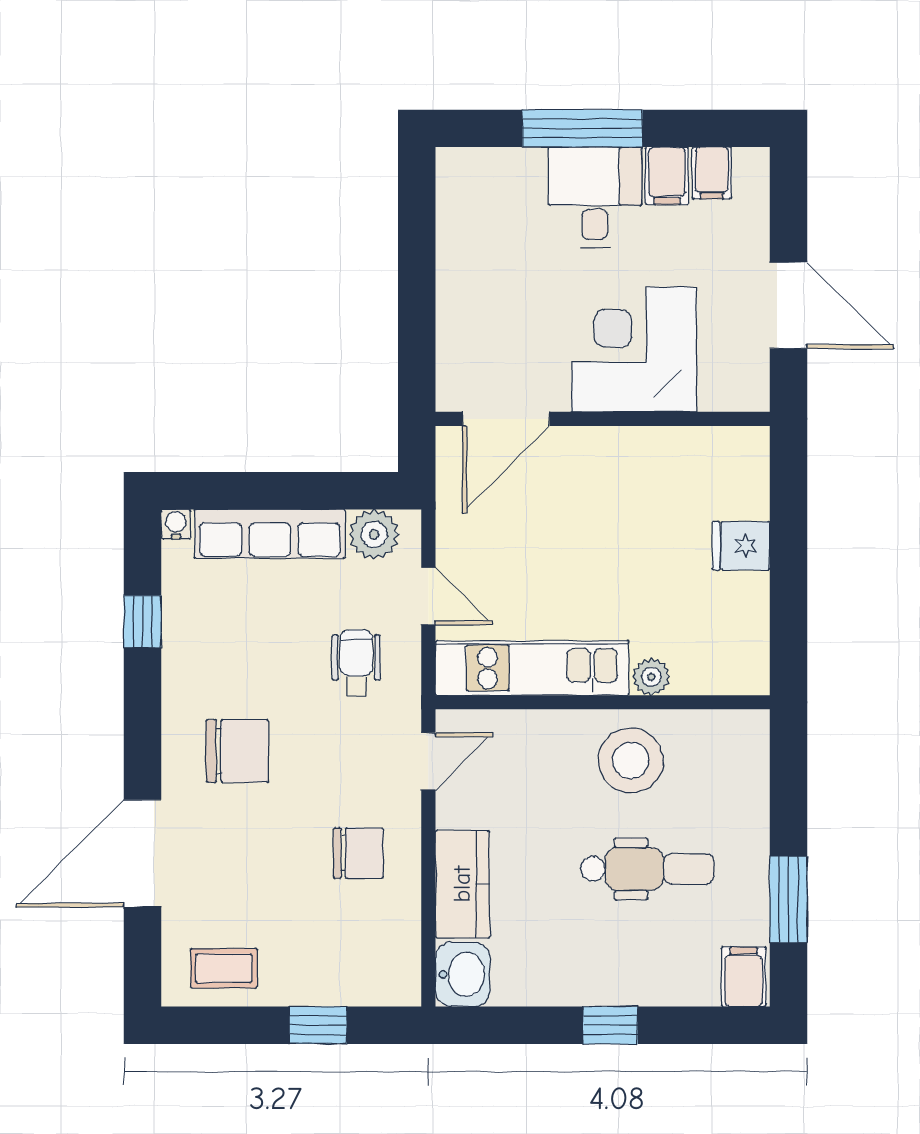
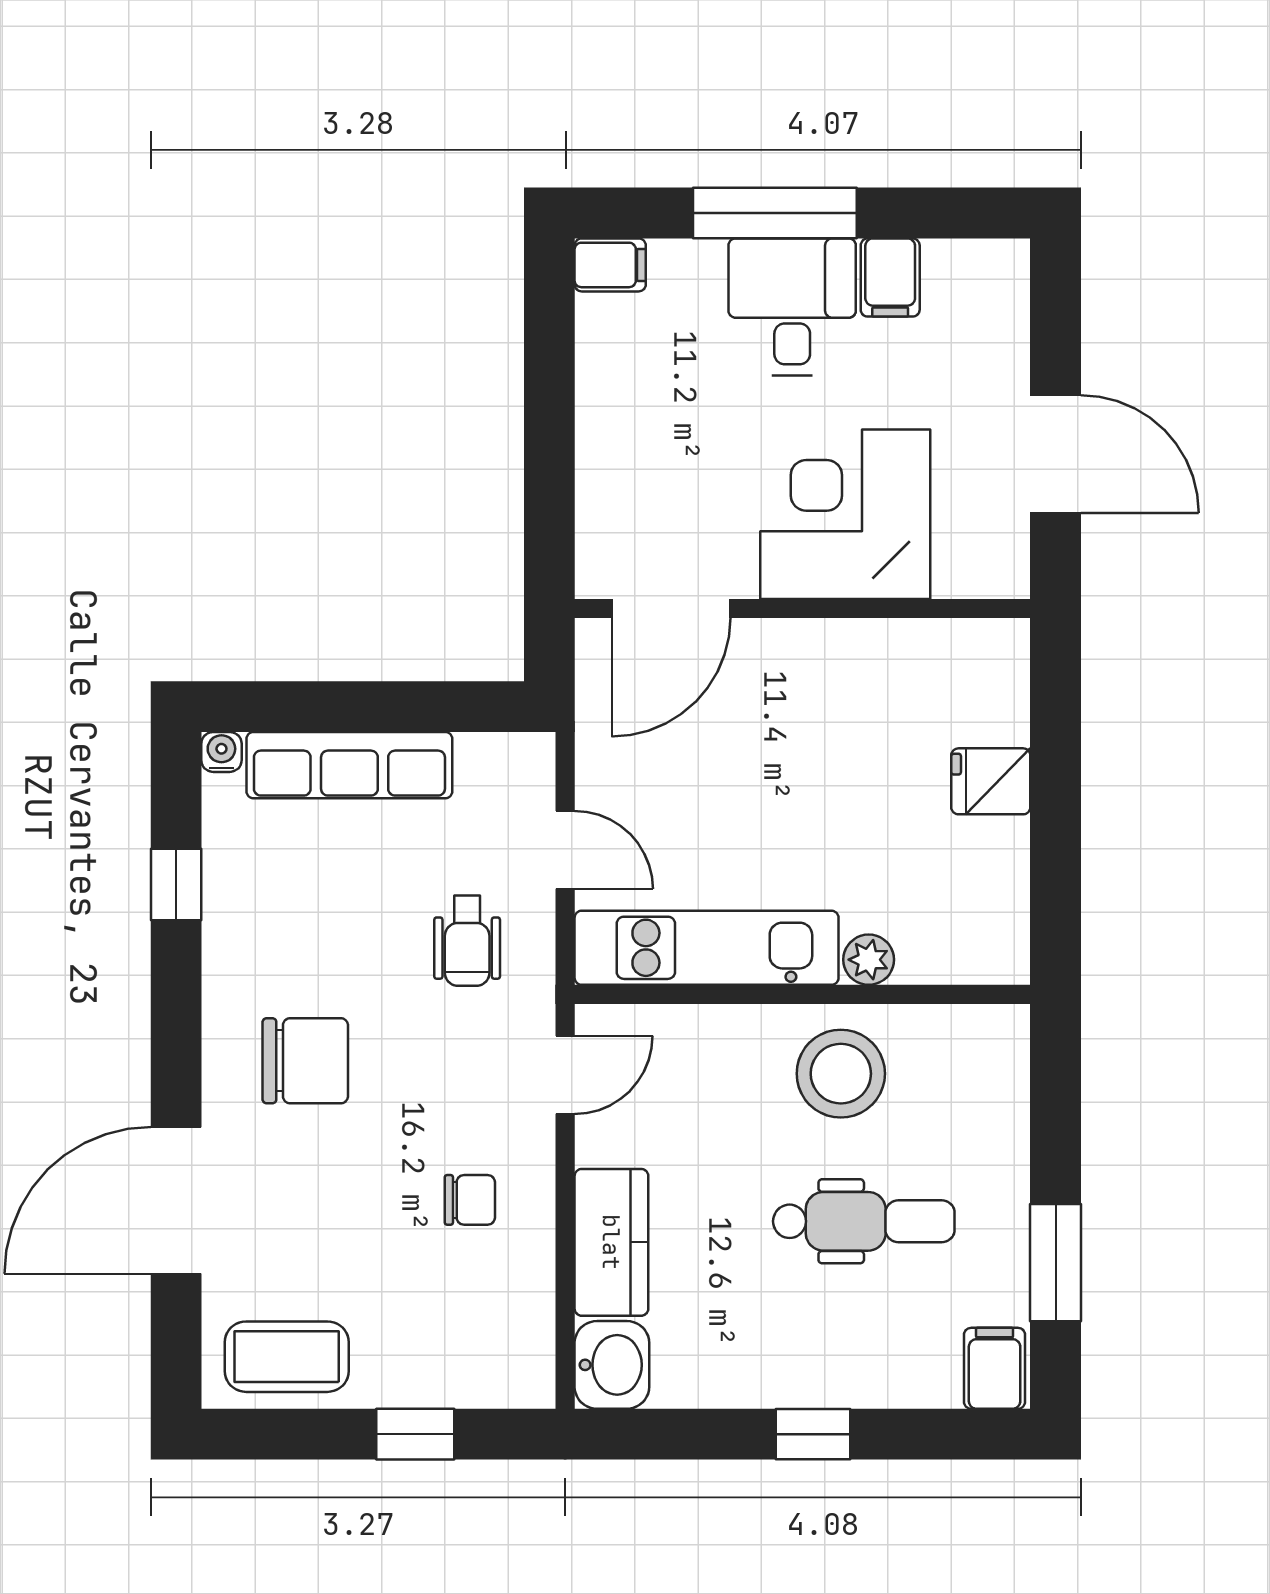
filing cabinet: (712, 173) -> (610, 265), moved, turned -90
plant: (374, 534) -> (491, 766), removed
wheelchair: (356, 663) -> (467, 941), turned 180
chair: (358, 853) -> (470, 1200), width x0.73, depth x0.73
coffee table: (224, 968) -> (287, 1357), width x1.36, depth x1.30

